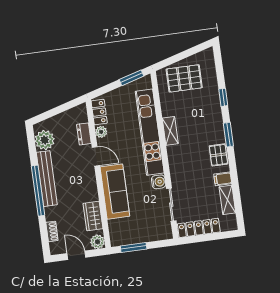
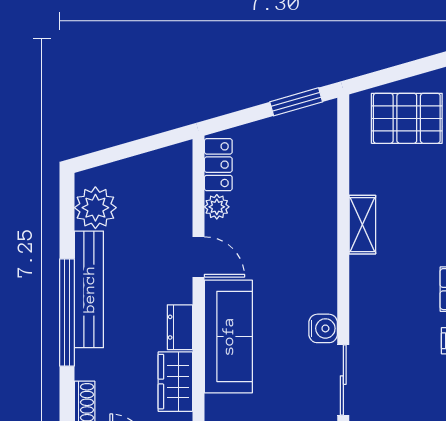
kitchen unit: (150, 132) -> (319, 222), removed
dresser: (84, 134) -> (180, 327), moved

